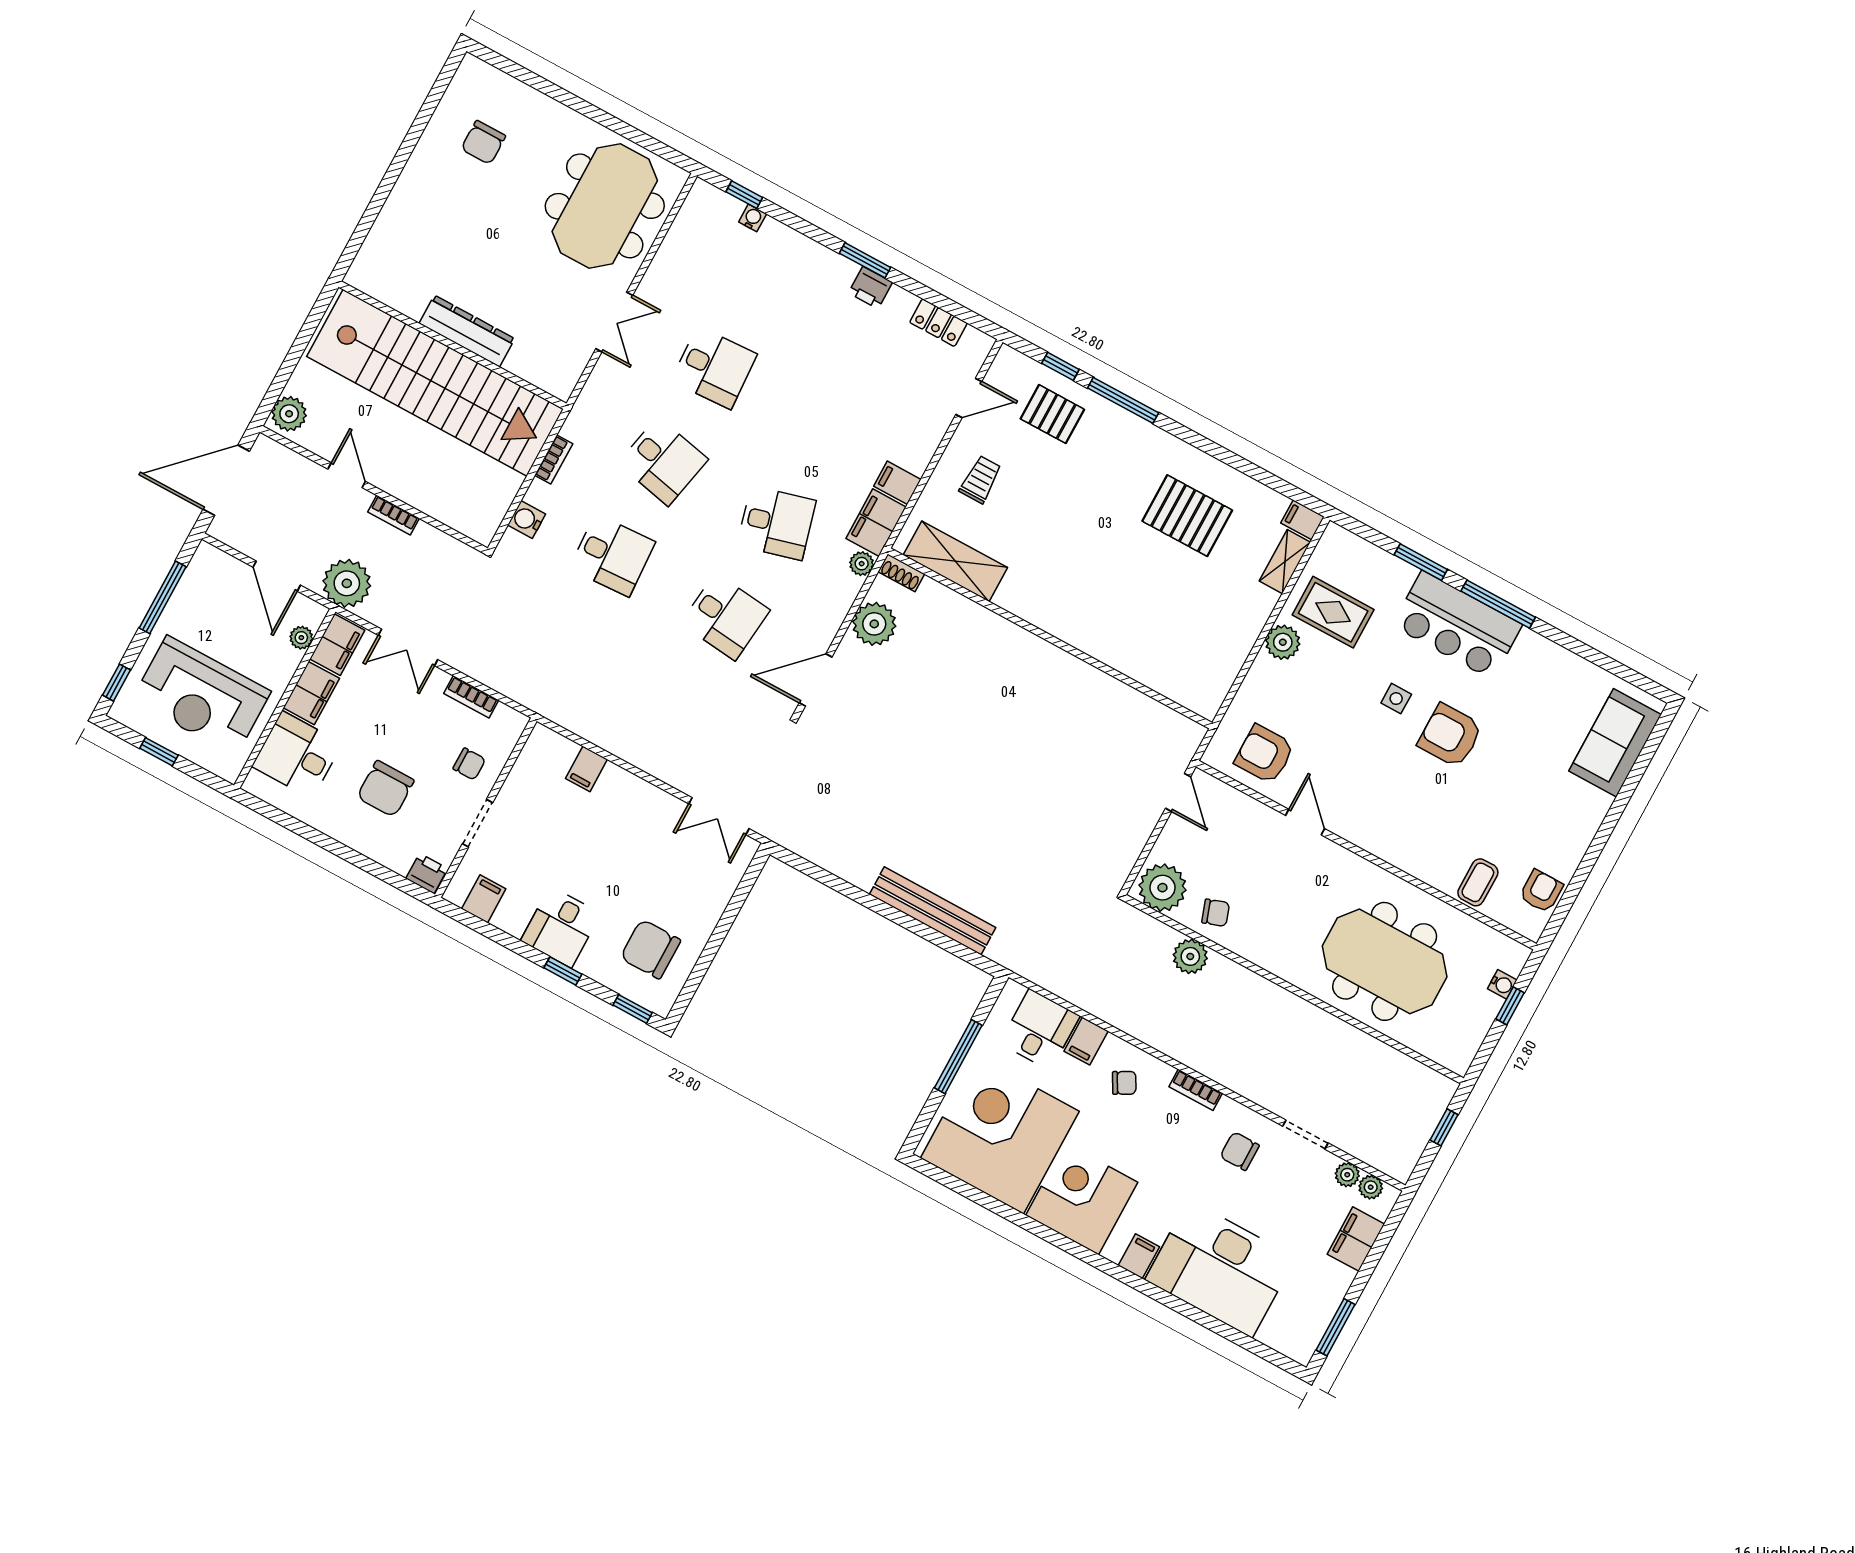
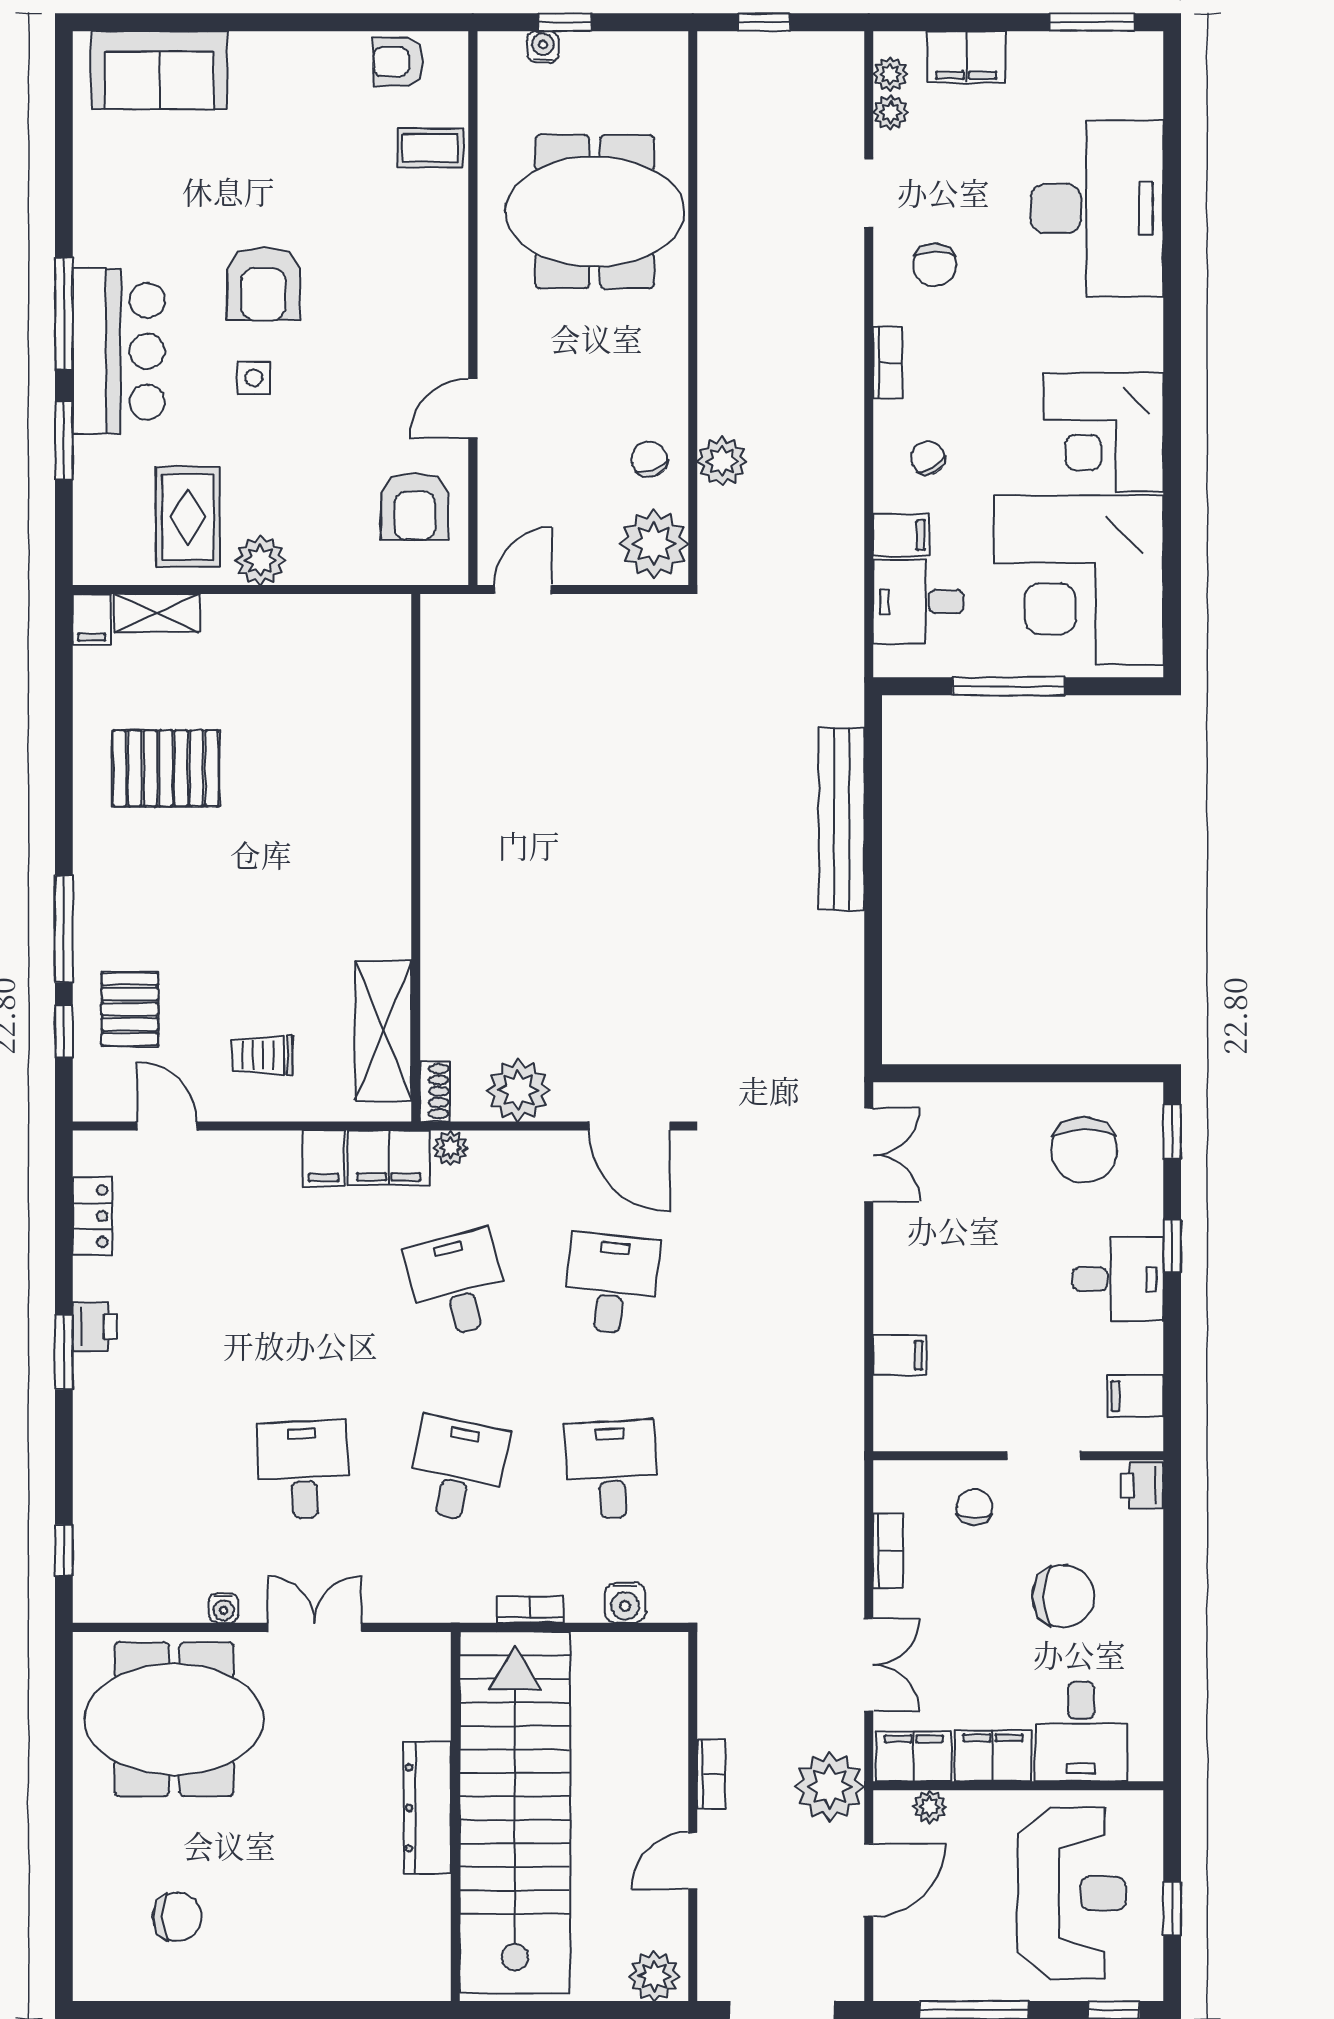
water cooler: (753, 218) -> (224, 1608), moved, turned -90
pallet: (1187, 516) -> (166, 768), turned 90
meeting table: (1385, 961) -> (595, 212), turned 90
filing cabinet: (1139, 1256) -> (1137, 320), removed

